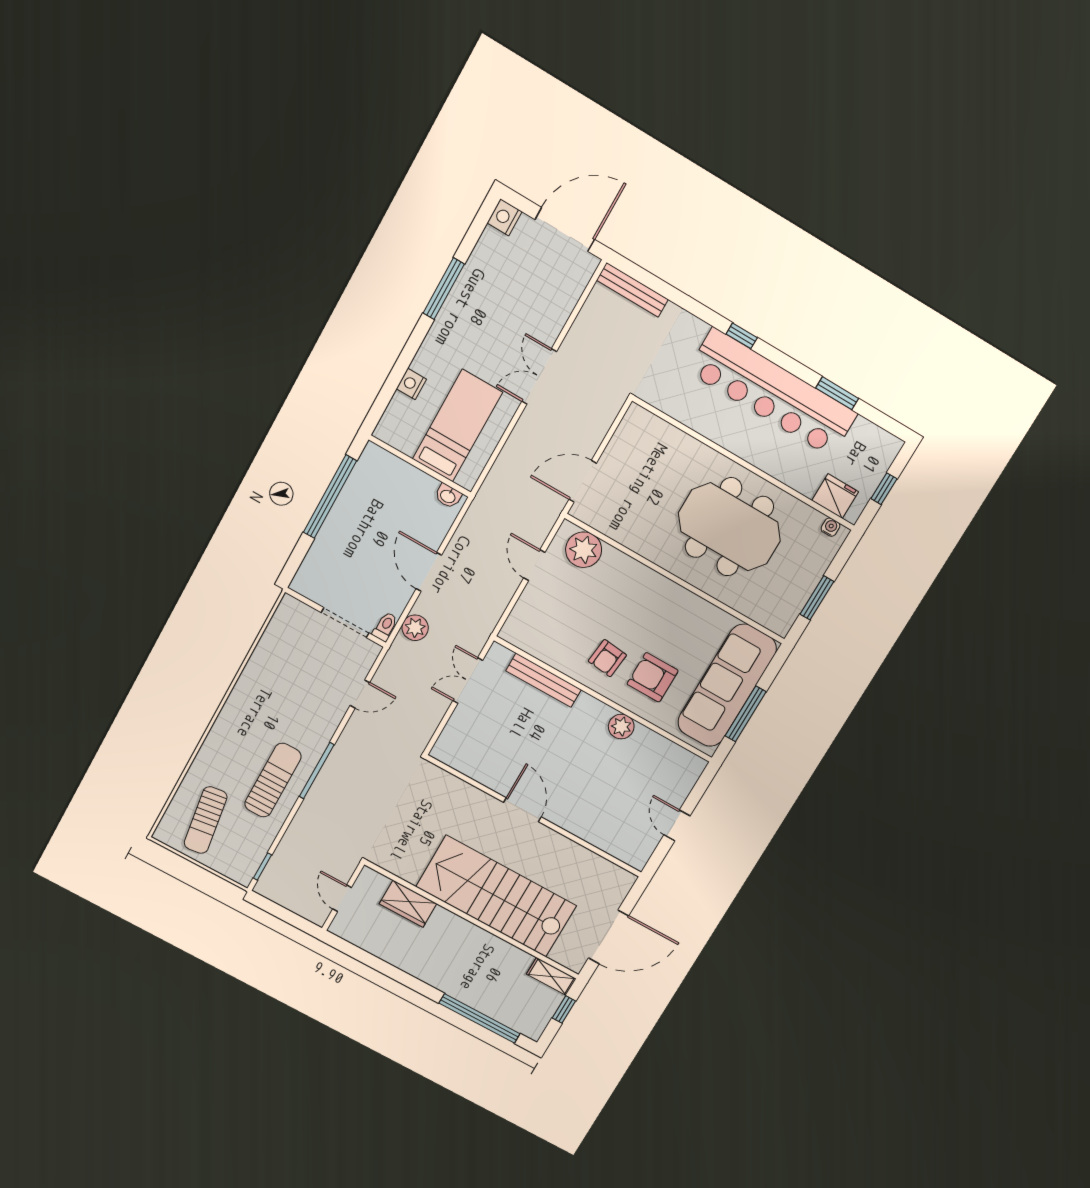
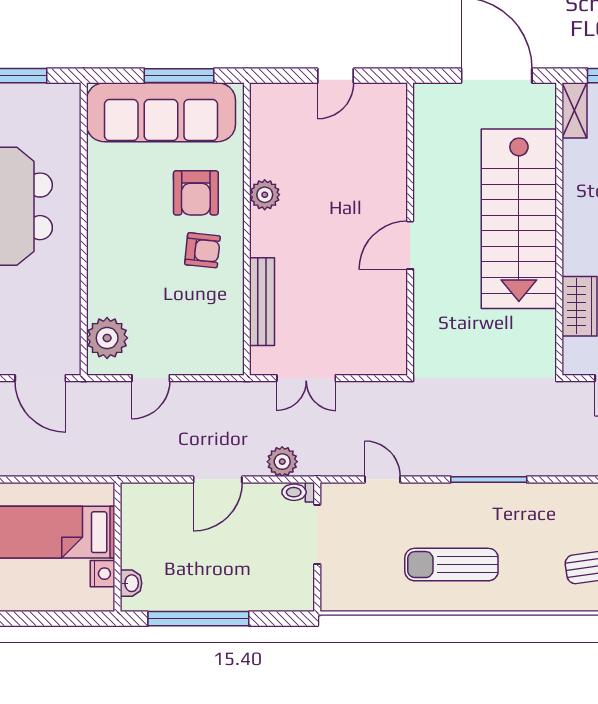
nightstand: (411, 384) -> (103, 574), moved, turned -90
washbasin: (448, 496) -> (131, 583), moved
sun lounger: (273, 780) -> (451, 565), moved

